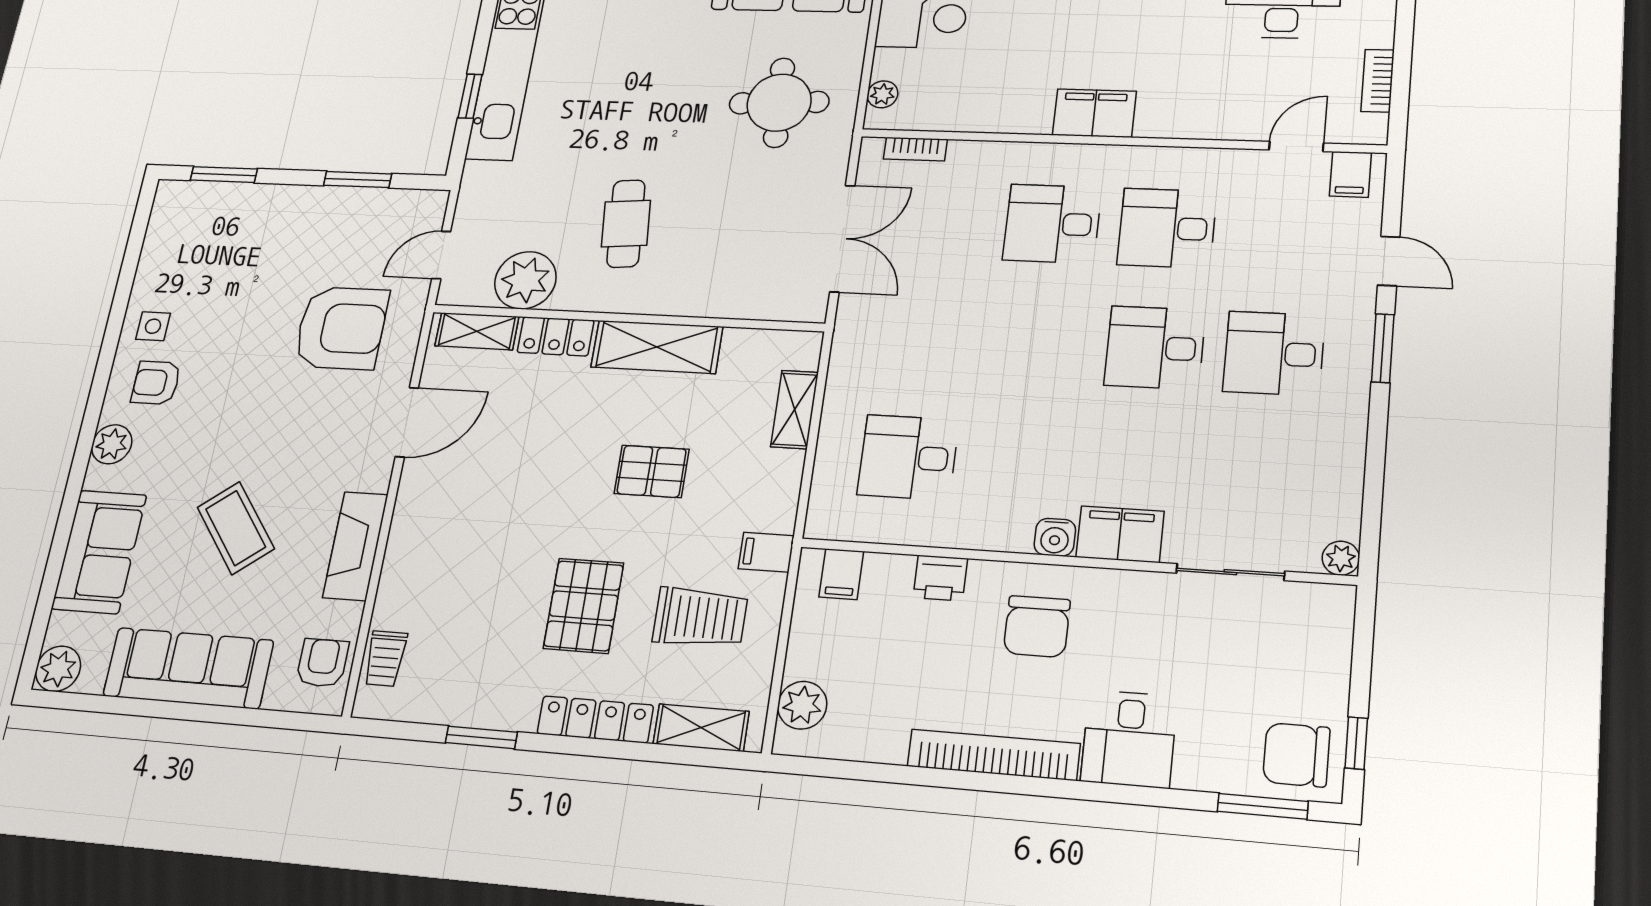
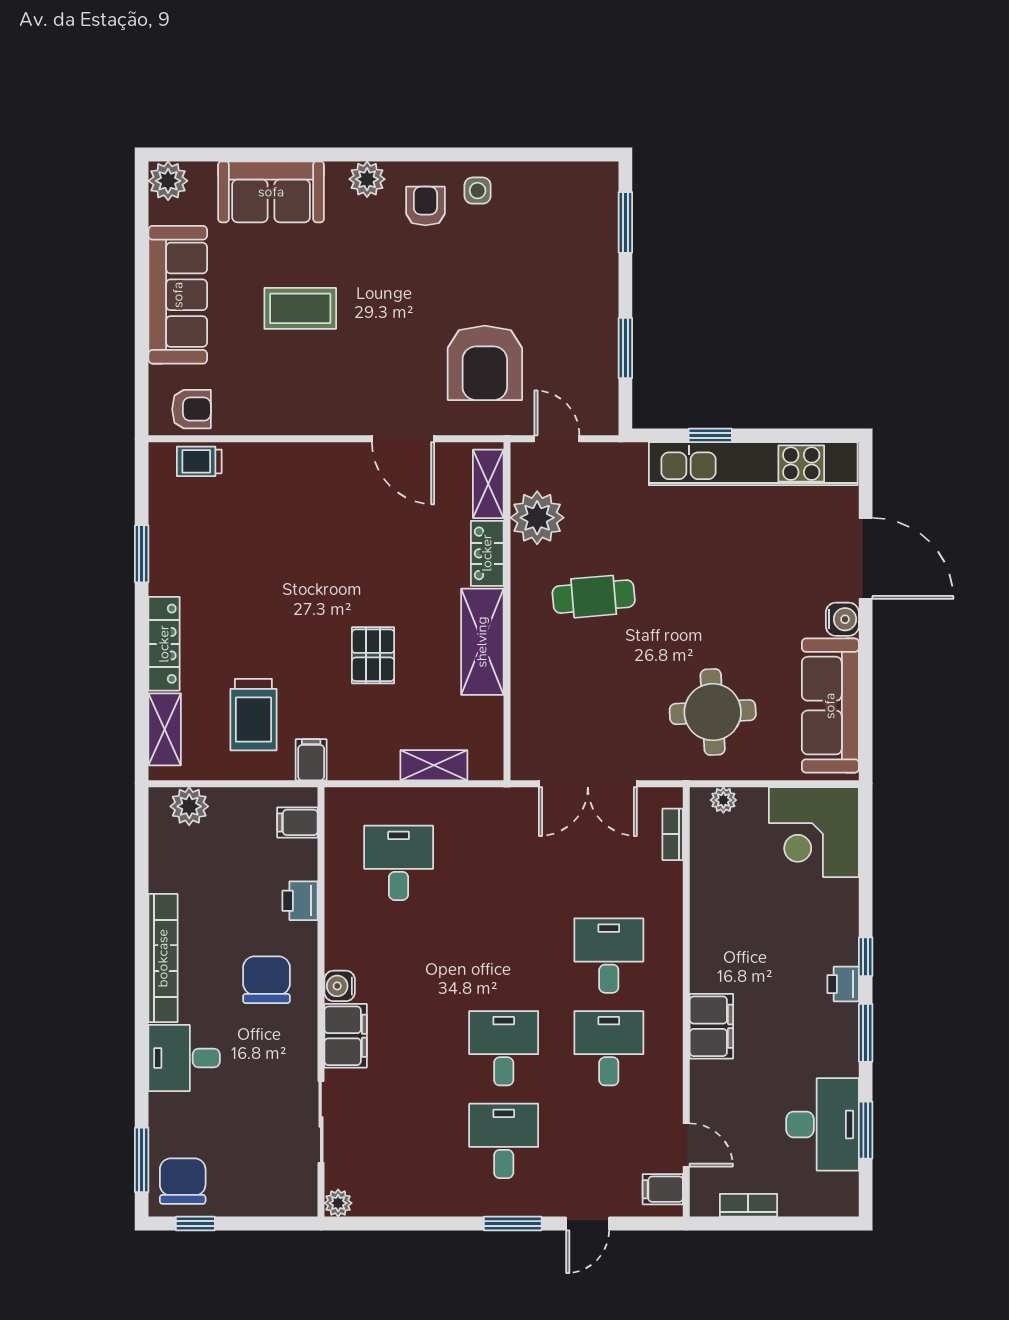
filing cabinet: (1094, 113) -> (711, 1026), moved
coffee table: (236, 528) -> (300, 308), turned 38
fireplace: (355, 546) -> (292, 416), removed
pallet: (584, 606) -> (256, 618), removed
chair: (1037, 626) -> (267, 980), turned 90

